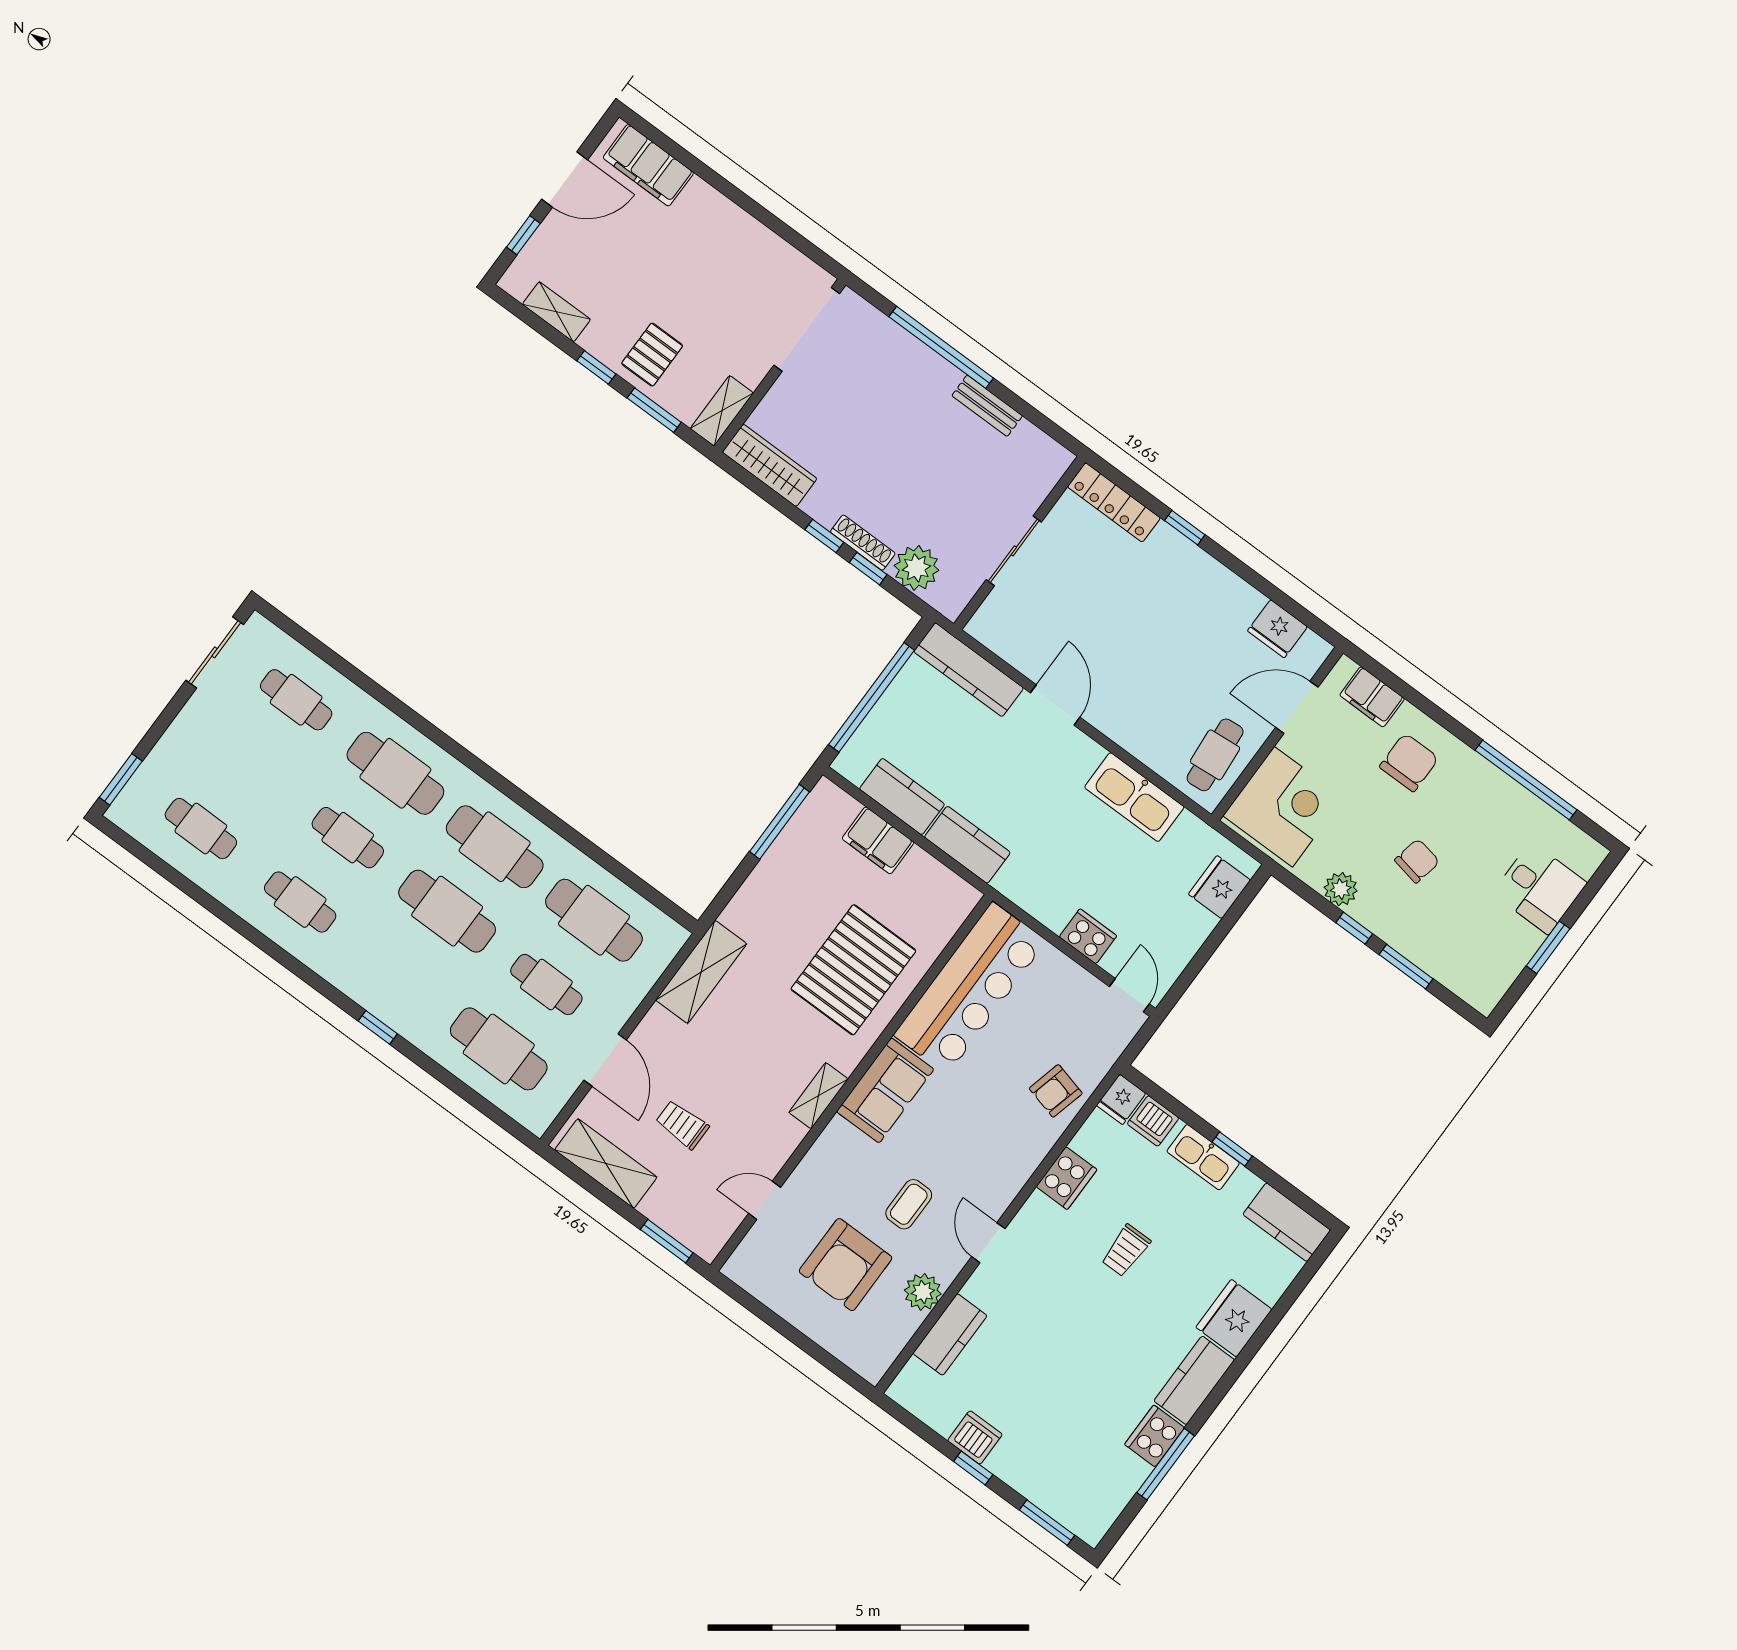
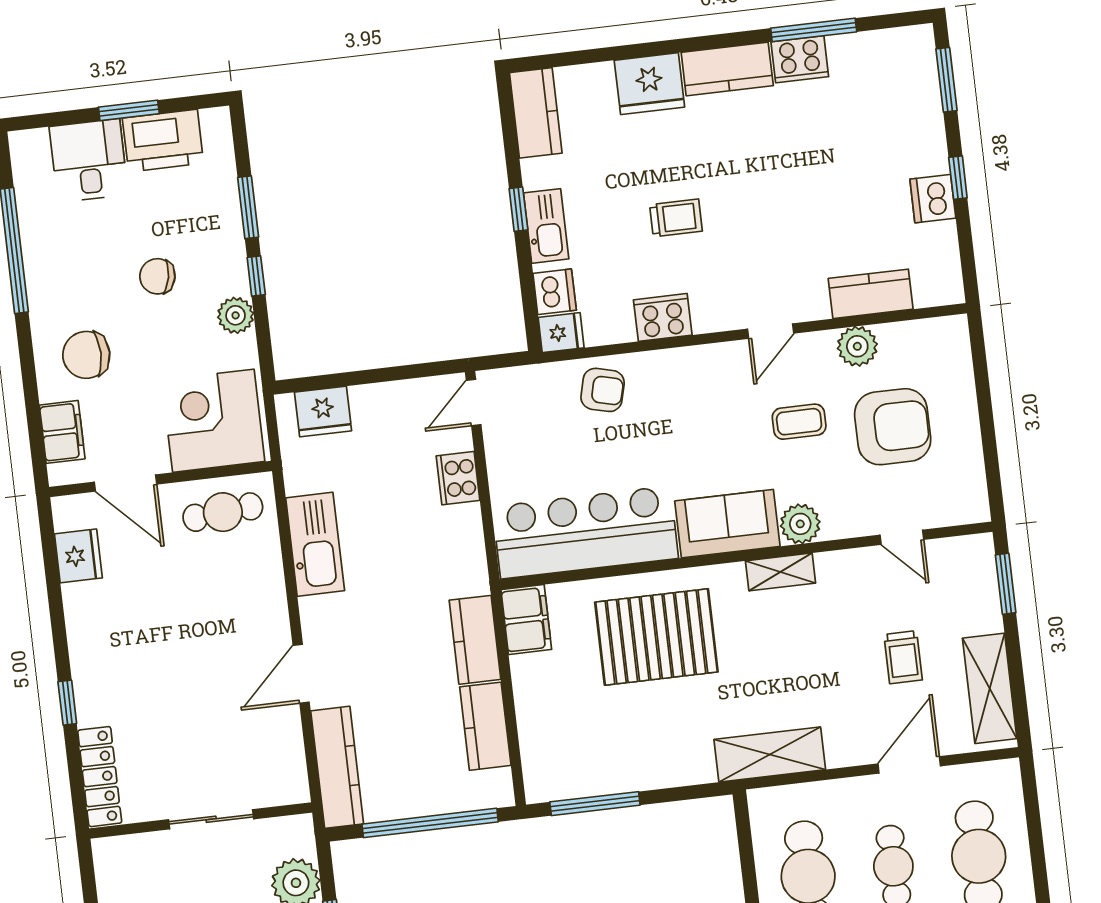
filing cabinet: (878, 840) -> (526, 619), moved
printer: (1506, 951) -> (163, 141), added
plant: (838, 1140) -> (800, 524), added

